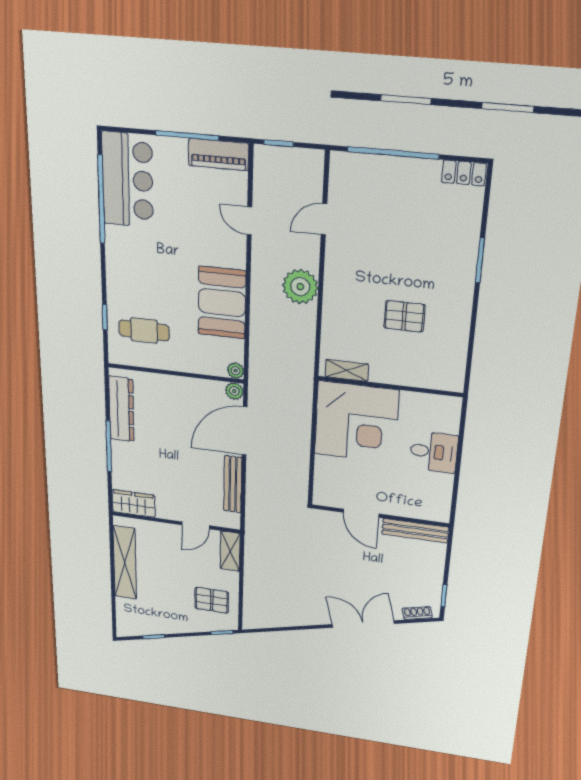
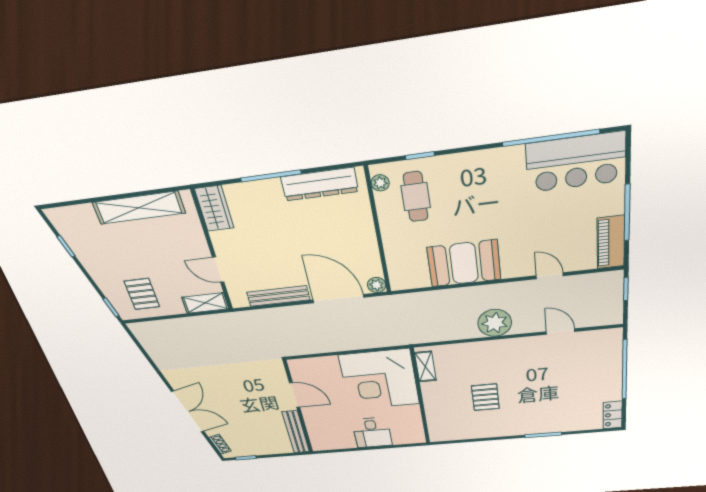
door: (249, 221) -> (550, 276), hinge flipped
plant: (236, 371) -> (380, 183), moved
door: (361, 513) -> (295, 395), swing flipped

